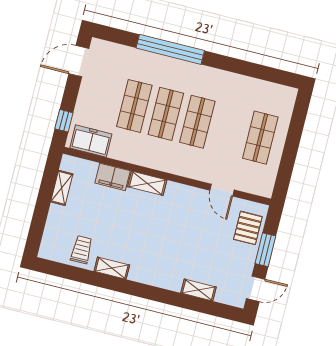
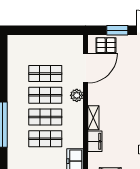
shop shelf: (260, 138) -> (45, 74), moved
plant: (186, 167) -> (77, 95), added
door: (222, 190) -> (86, 68), width x1.88

